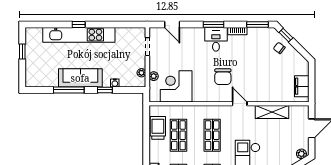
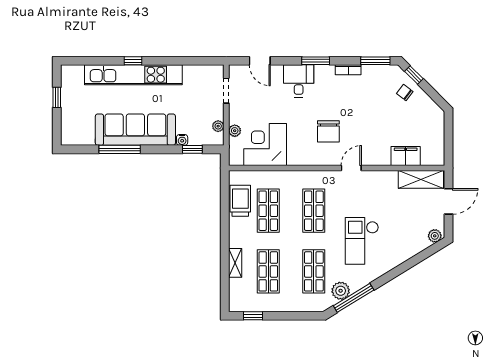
desk: (216, 39) -> (299, 81), moved
sofa: (80, 78) -> (135, 130), width x1.36, depth x1.27
filing cabinet: (302, 86) -> (406, 156), moved, turned 90
window: (105, 90) -> (192, 149), moved
door: (240, 104) -> (351, 168), hinge flipped
shelving: (272, 112) -> (421, 179), moved

